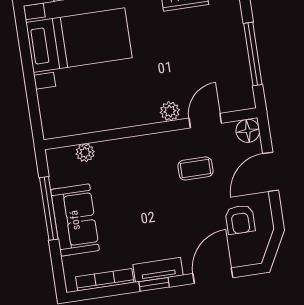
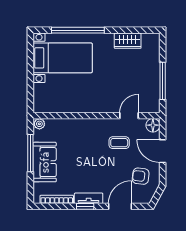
plant: (170, 111) -> (109, 107), removed
plant: (85, 153) -> (39, 124), moved
door: (271, 172) -> (163, 151), hinge flipped
armchair: (240, 220) -> (141, 176), turned 97

